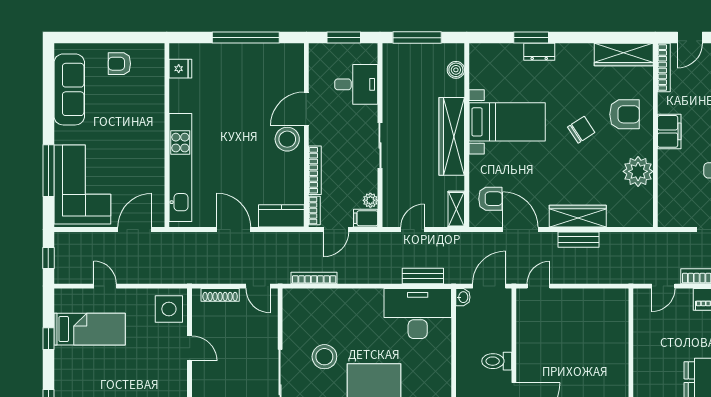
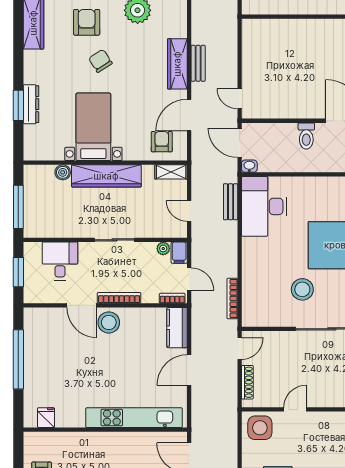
dresser: (539, 52) -> (31, 104), width x1.44
boiler: (456, 70) -> (63, 172), moved
bookcase: (315, 170) -> (119, 298), moved

